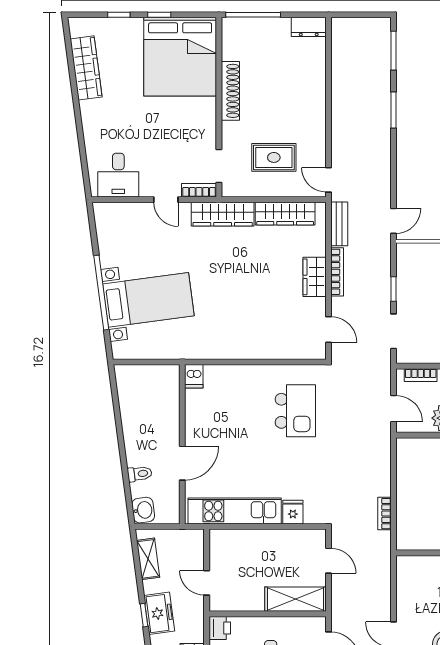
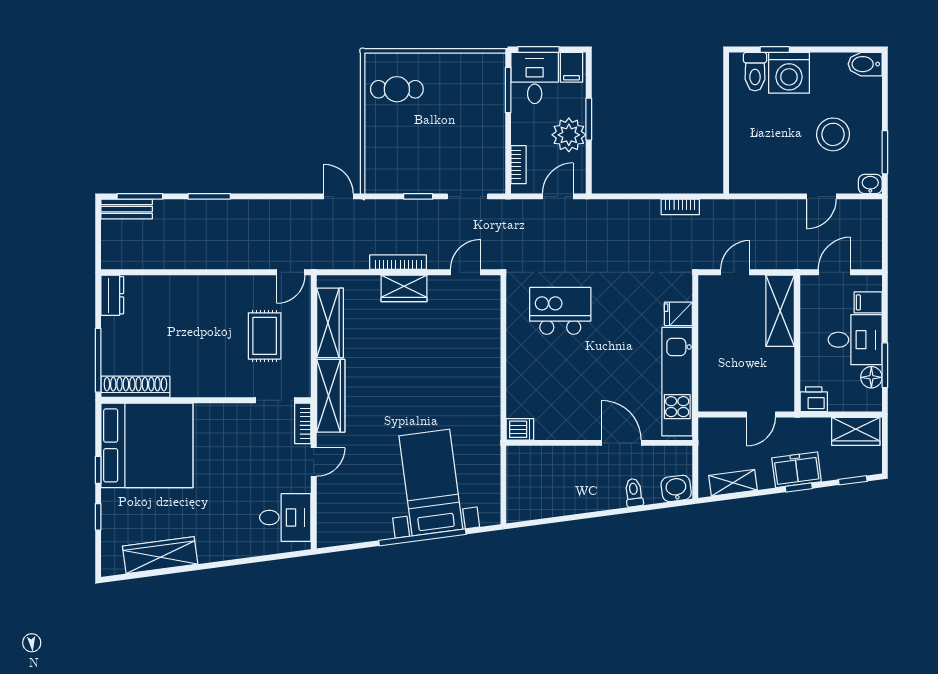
shoe rack: (230, 91) -> (135, 387), moved
bench: (339, 224) -> (127, 209), moved

